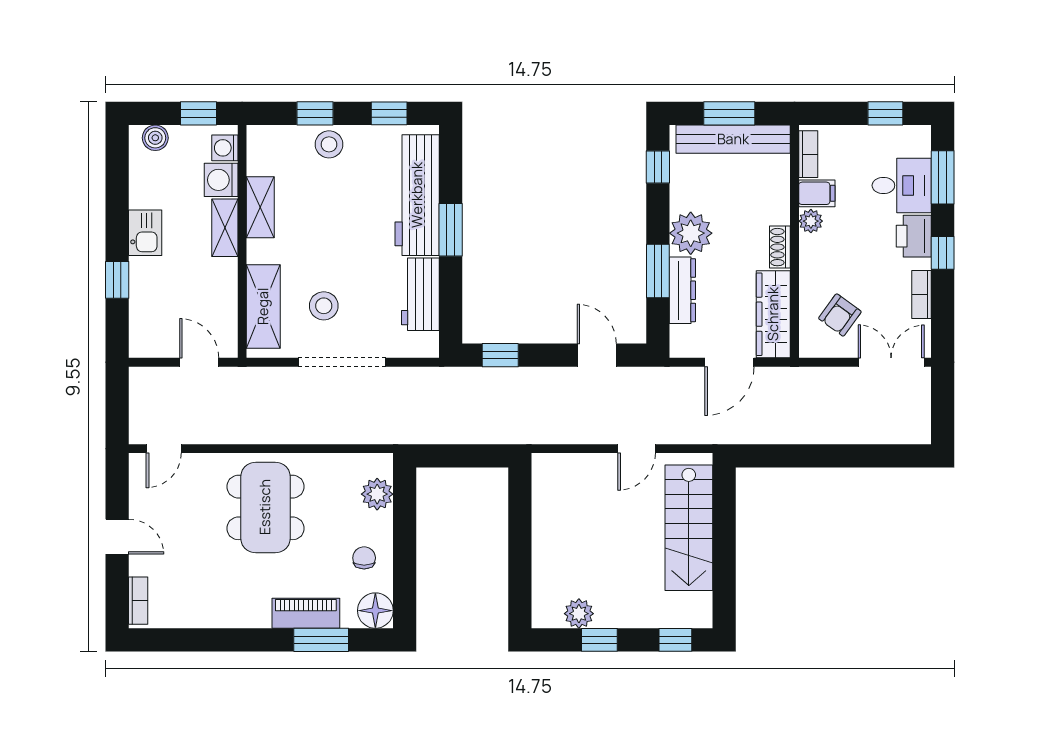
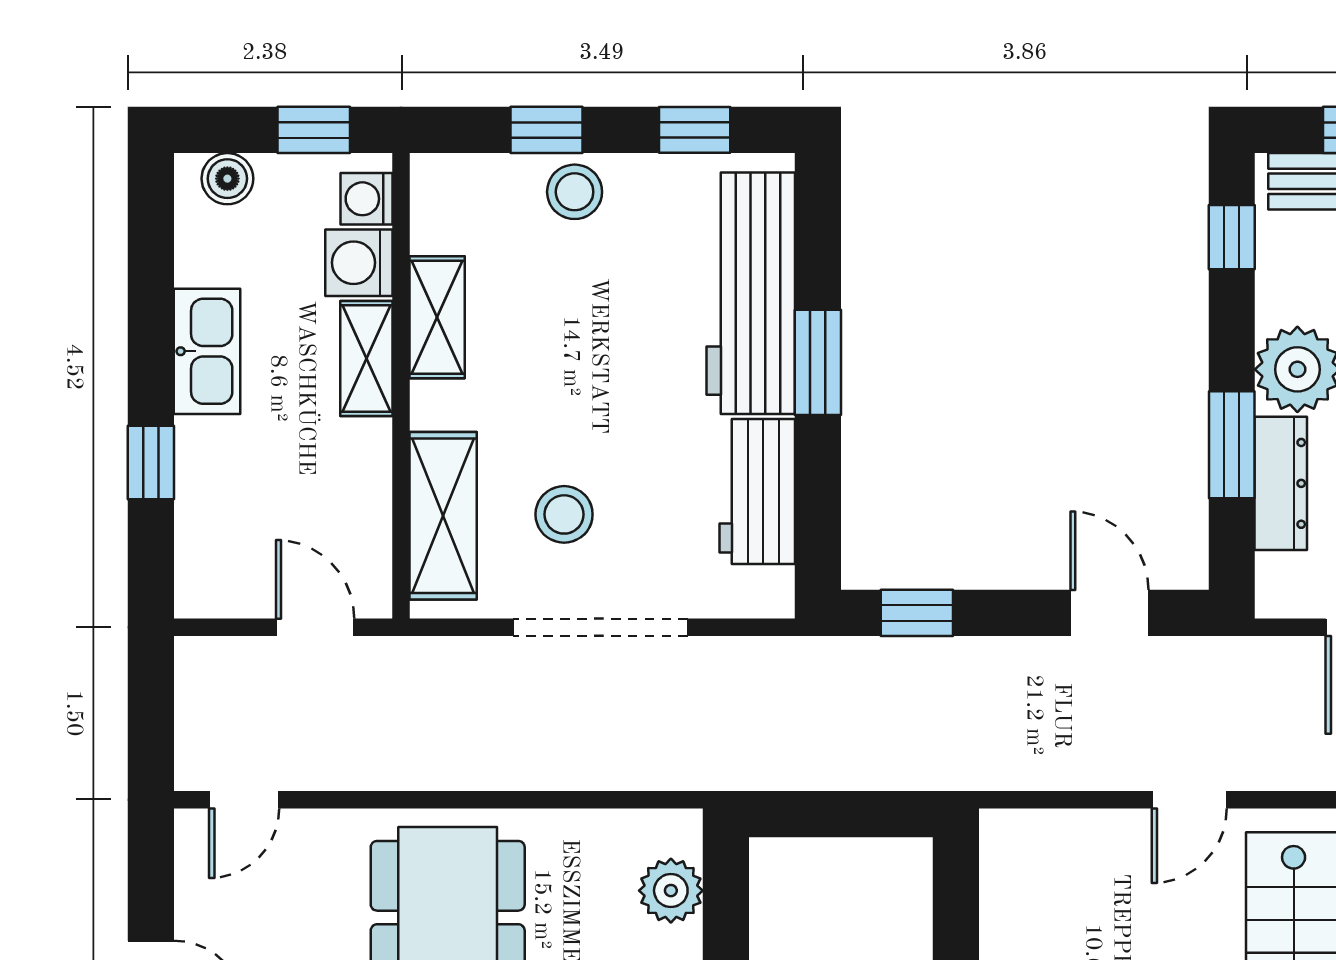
kitchen sink: (145, 233) -> (207, 351), width x1.38

